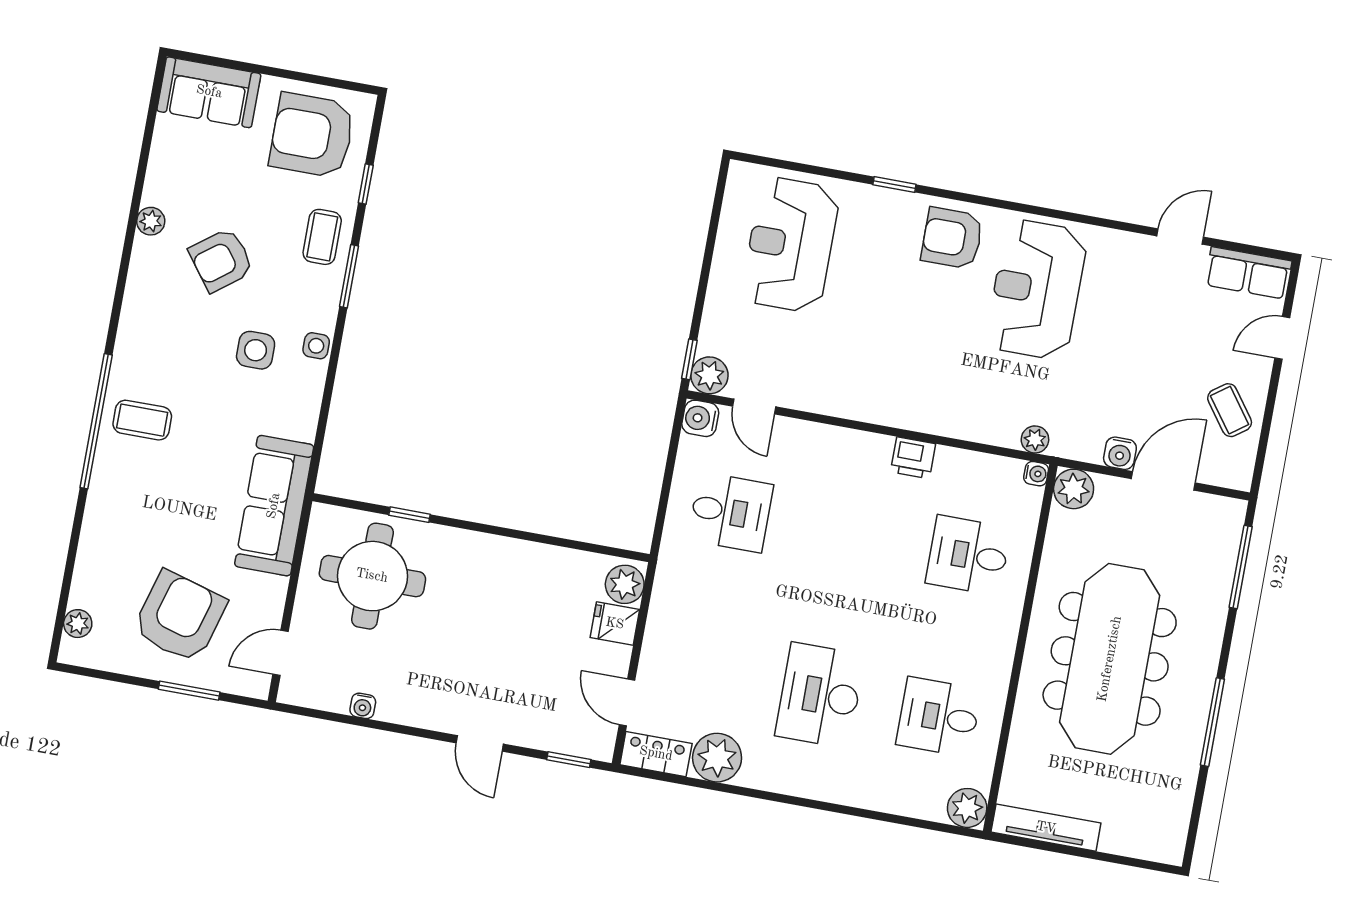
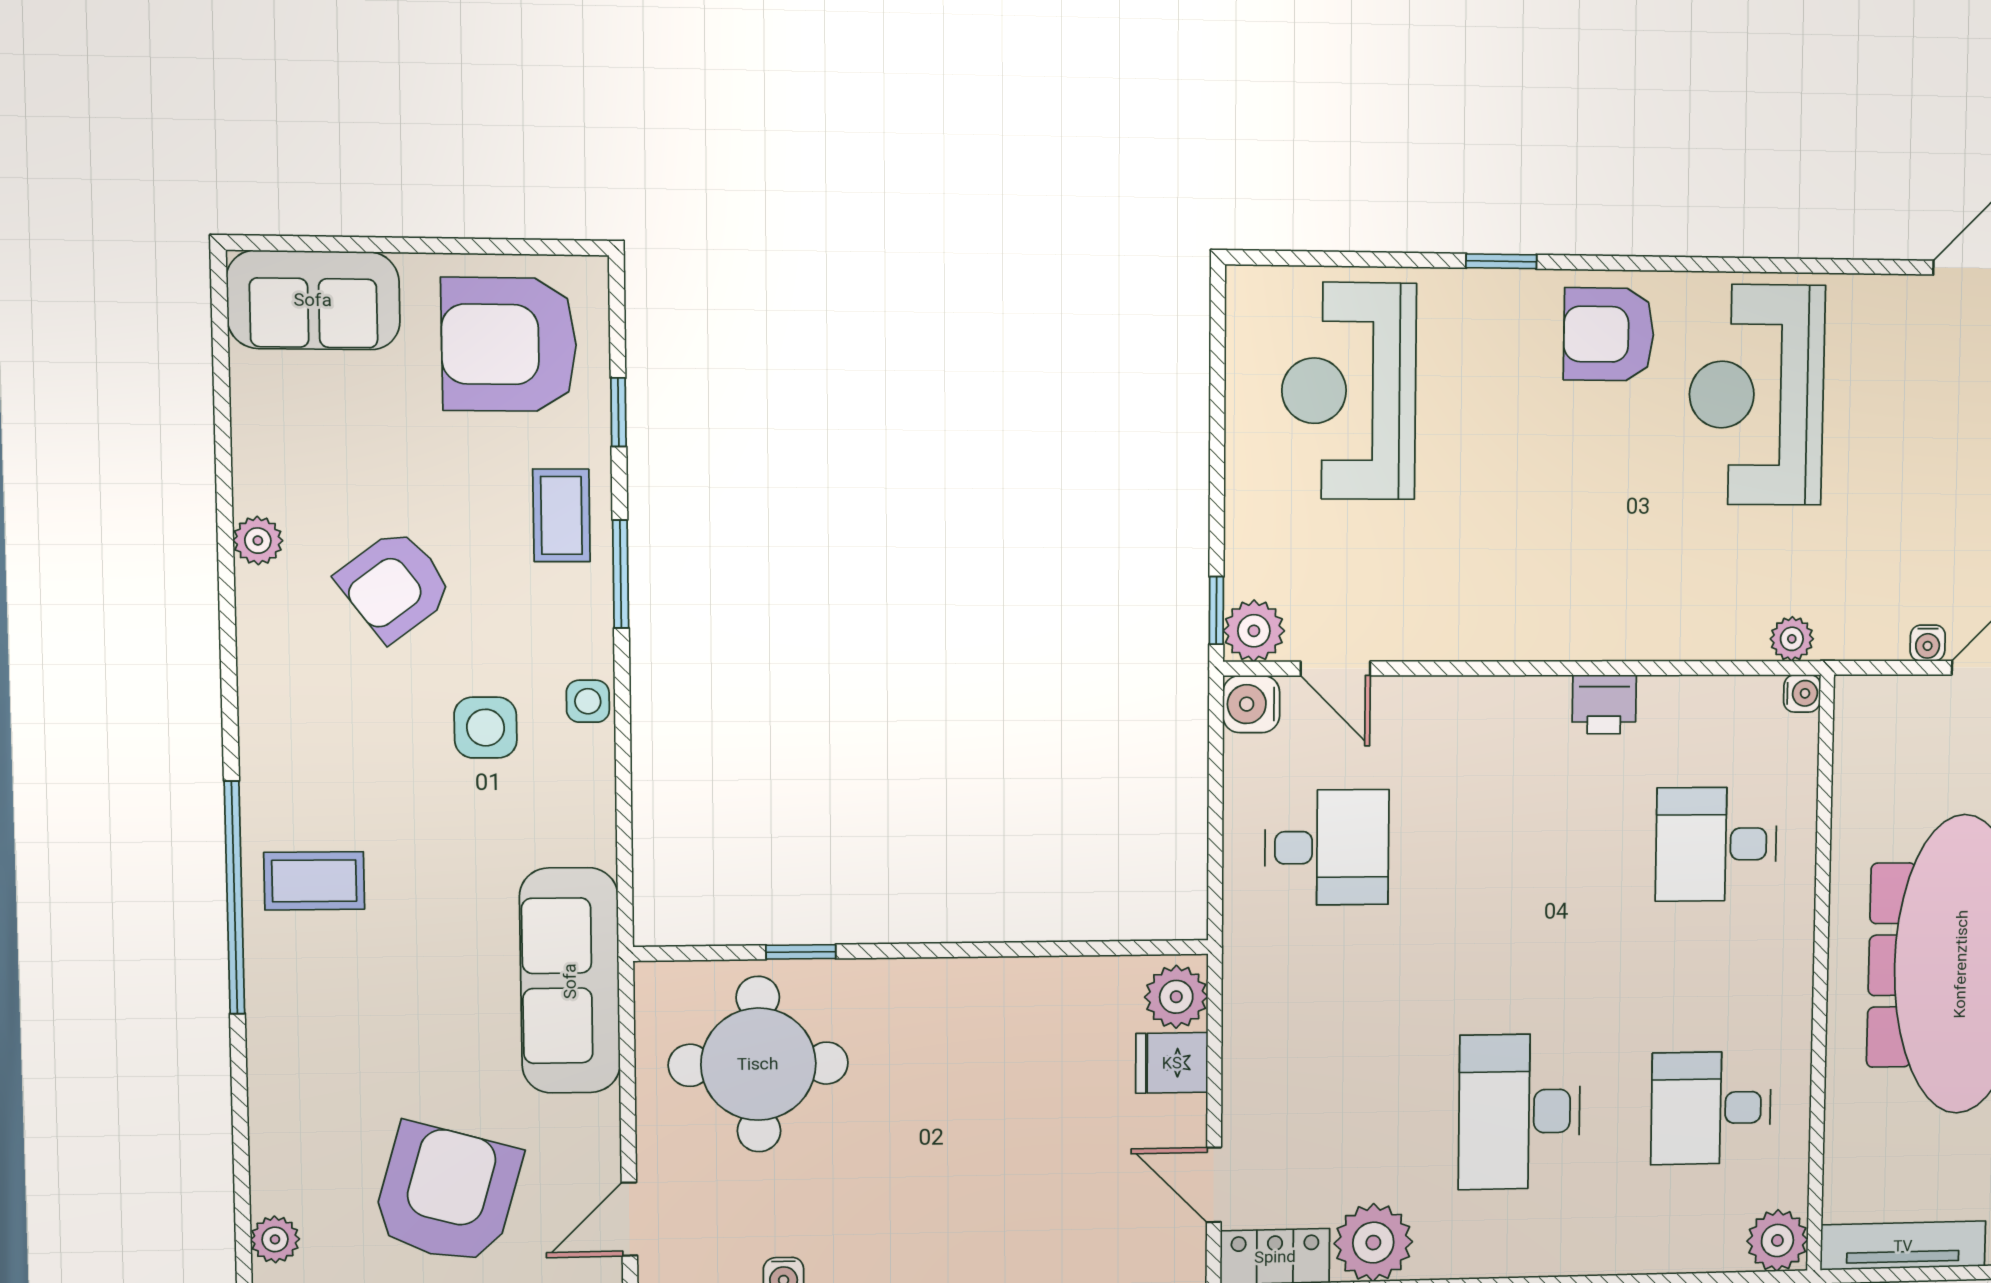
water cooler: (1120, 453) -> (1928, 643), width x0.72, depth x0.72
plant: (1074, 489) -> (1864, 707), removed

